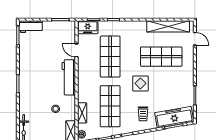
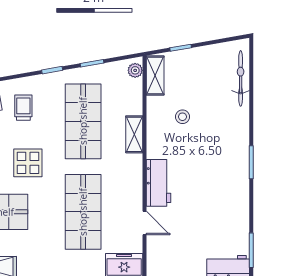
workbench: (69, 77) -> (158, 183), width x0.73
shelving: (82, 113) -> (134, 134), moved

